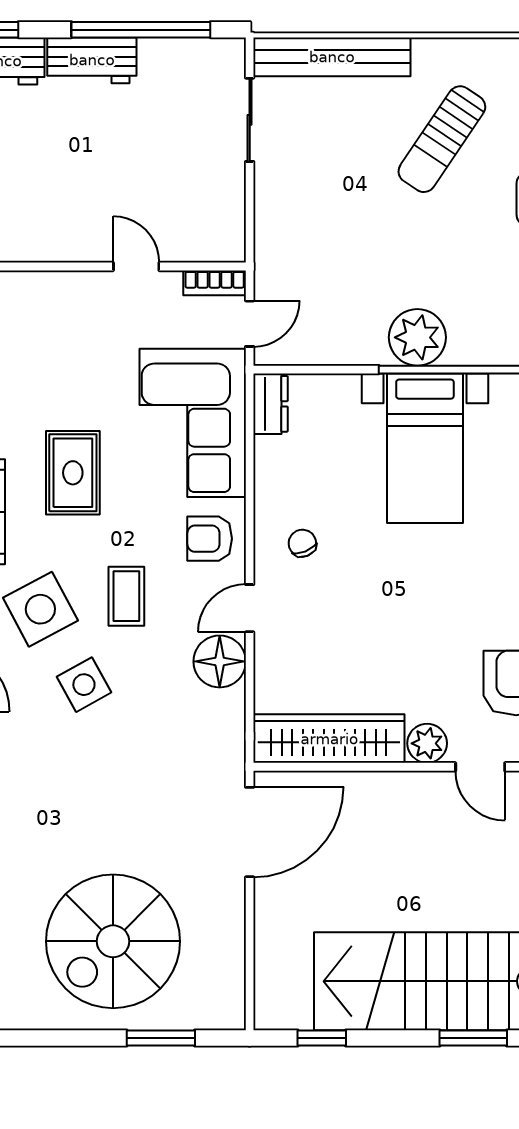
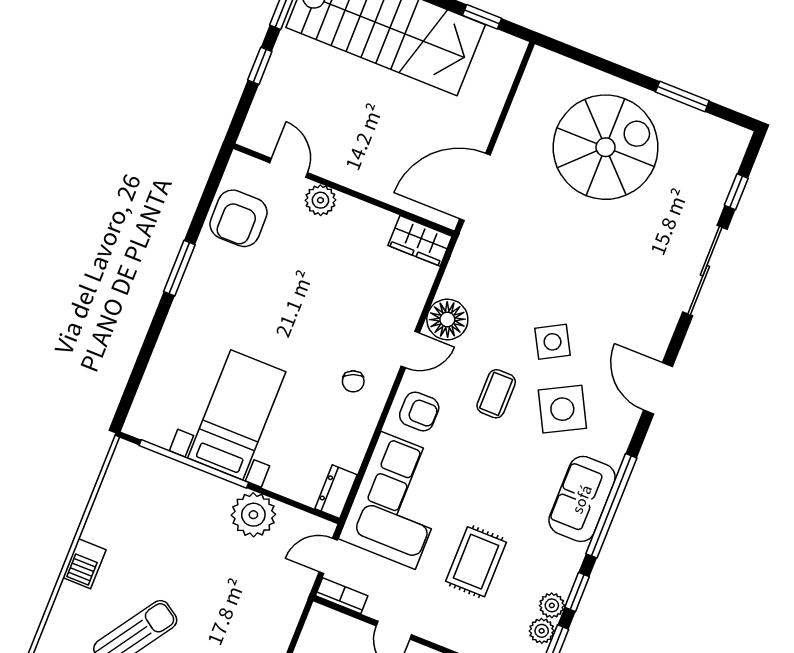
plant: (417, 337) -> (253, 515), moved
rug: (73, 473) -> (476, 562), moved
wardrobe: (329, 739) -> (420, 241), width x0.48, depth x0.85
window: (161, 1038) -> (682, 96), moved

